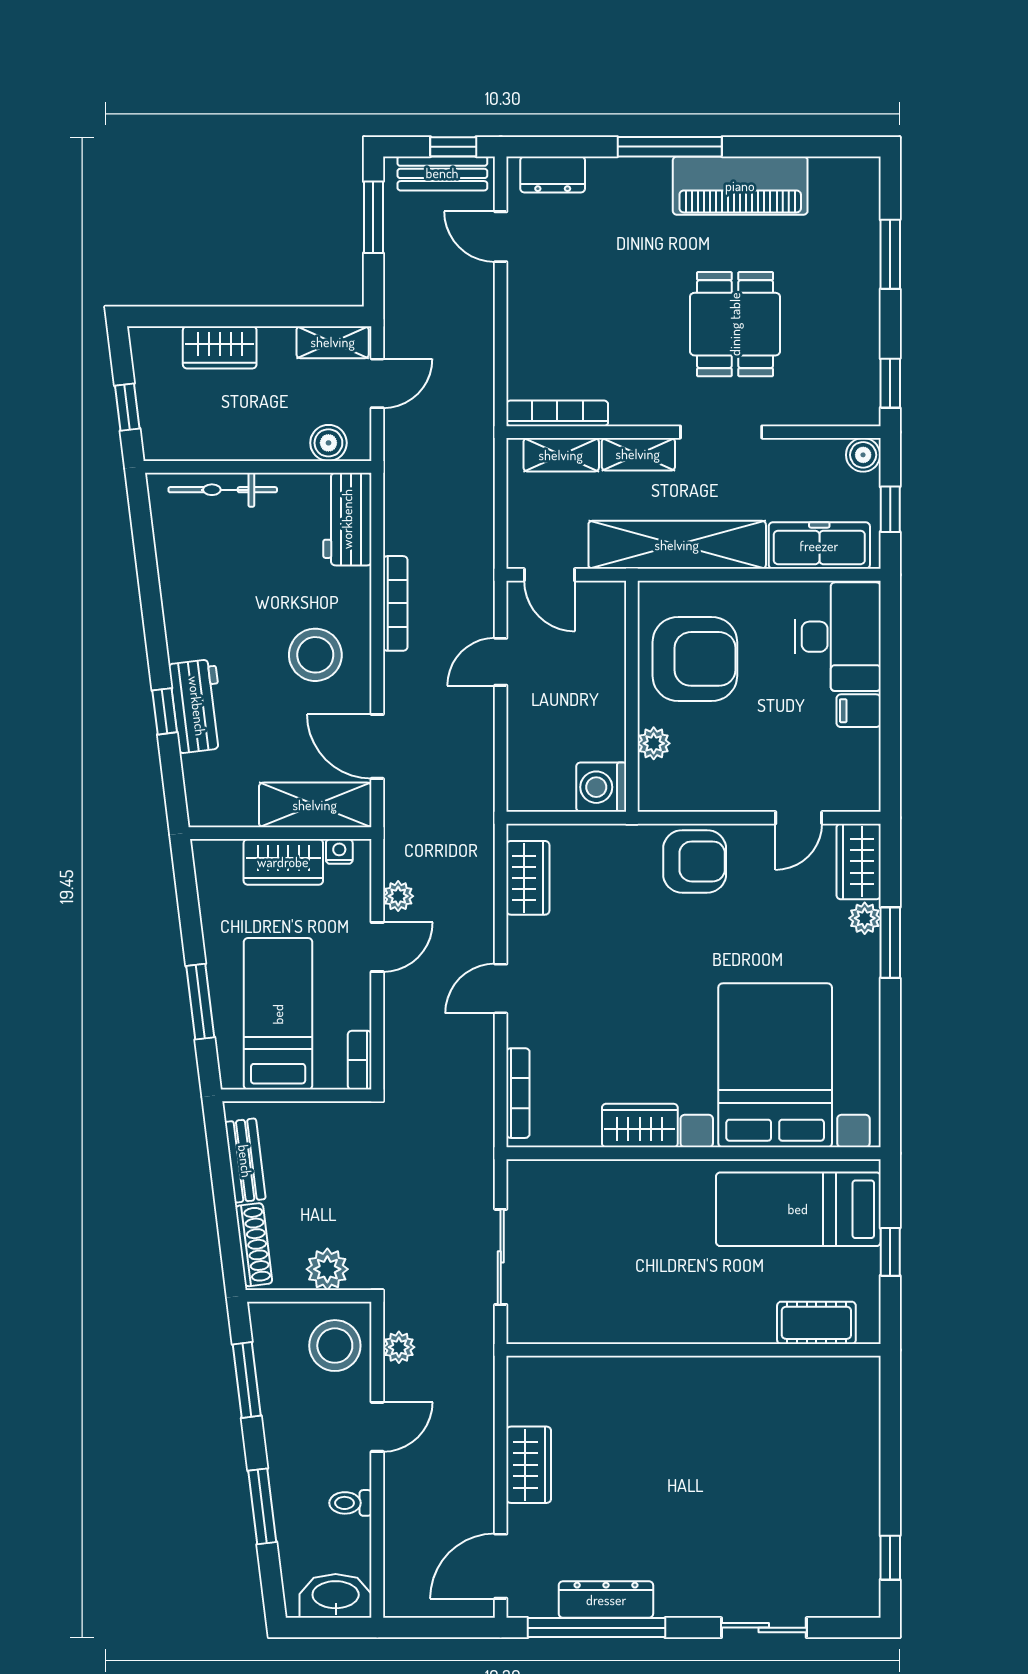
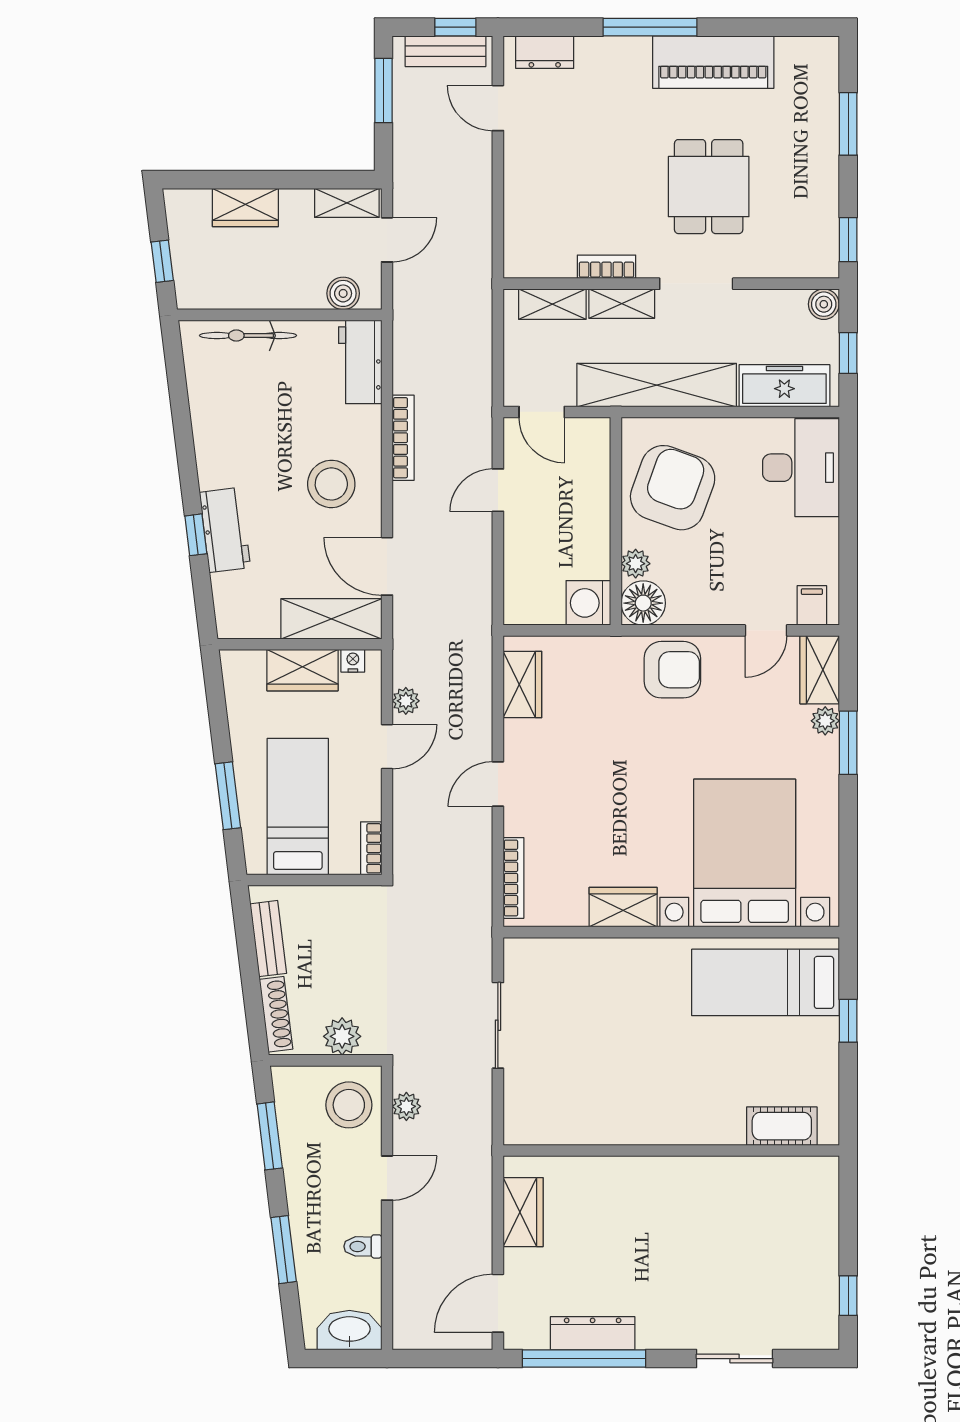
bookcase: (557, 413) -> (607, 267), moved, width x0.64
armchair: (695, 659) -> (673, 488), turned -70
filing cabinet: (859, 711) -> (812, 605), moved, turned 90
floor lamp: (662, 787) -> (643, 603), added
cot: (816, 1323) -> (782, 1126), moved
wall: (694, 1350) -> (671, 1150), moved

